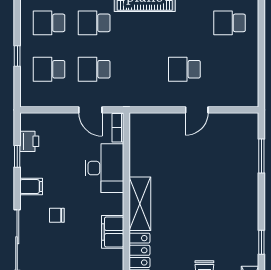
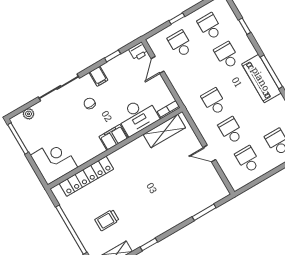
school desk: (94, 69) -> (214, 102), moved
school desk: (230, 69) -> (248, 159), added
door: (90, 110) -> (158, 65), moved
printer: (29, 141) -> (138, 51), moved
shelving: (140, 204) -> (164, 131), moved
filing cabinet: (113, 232) -> (113, 137), moved

